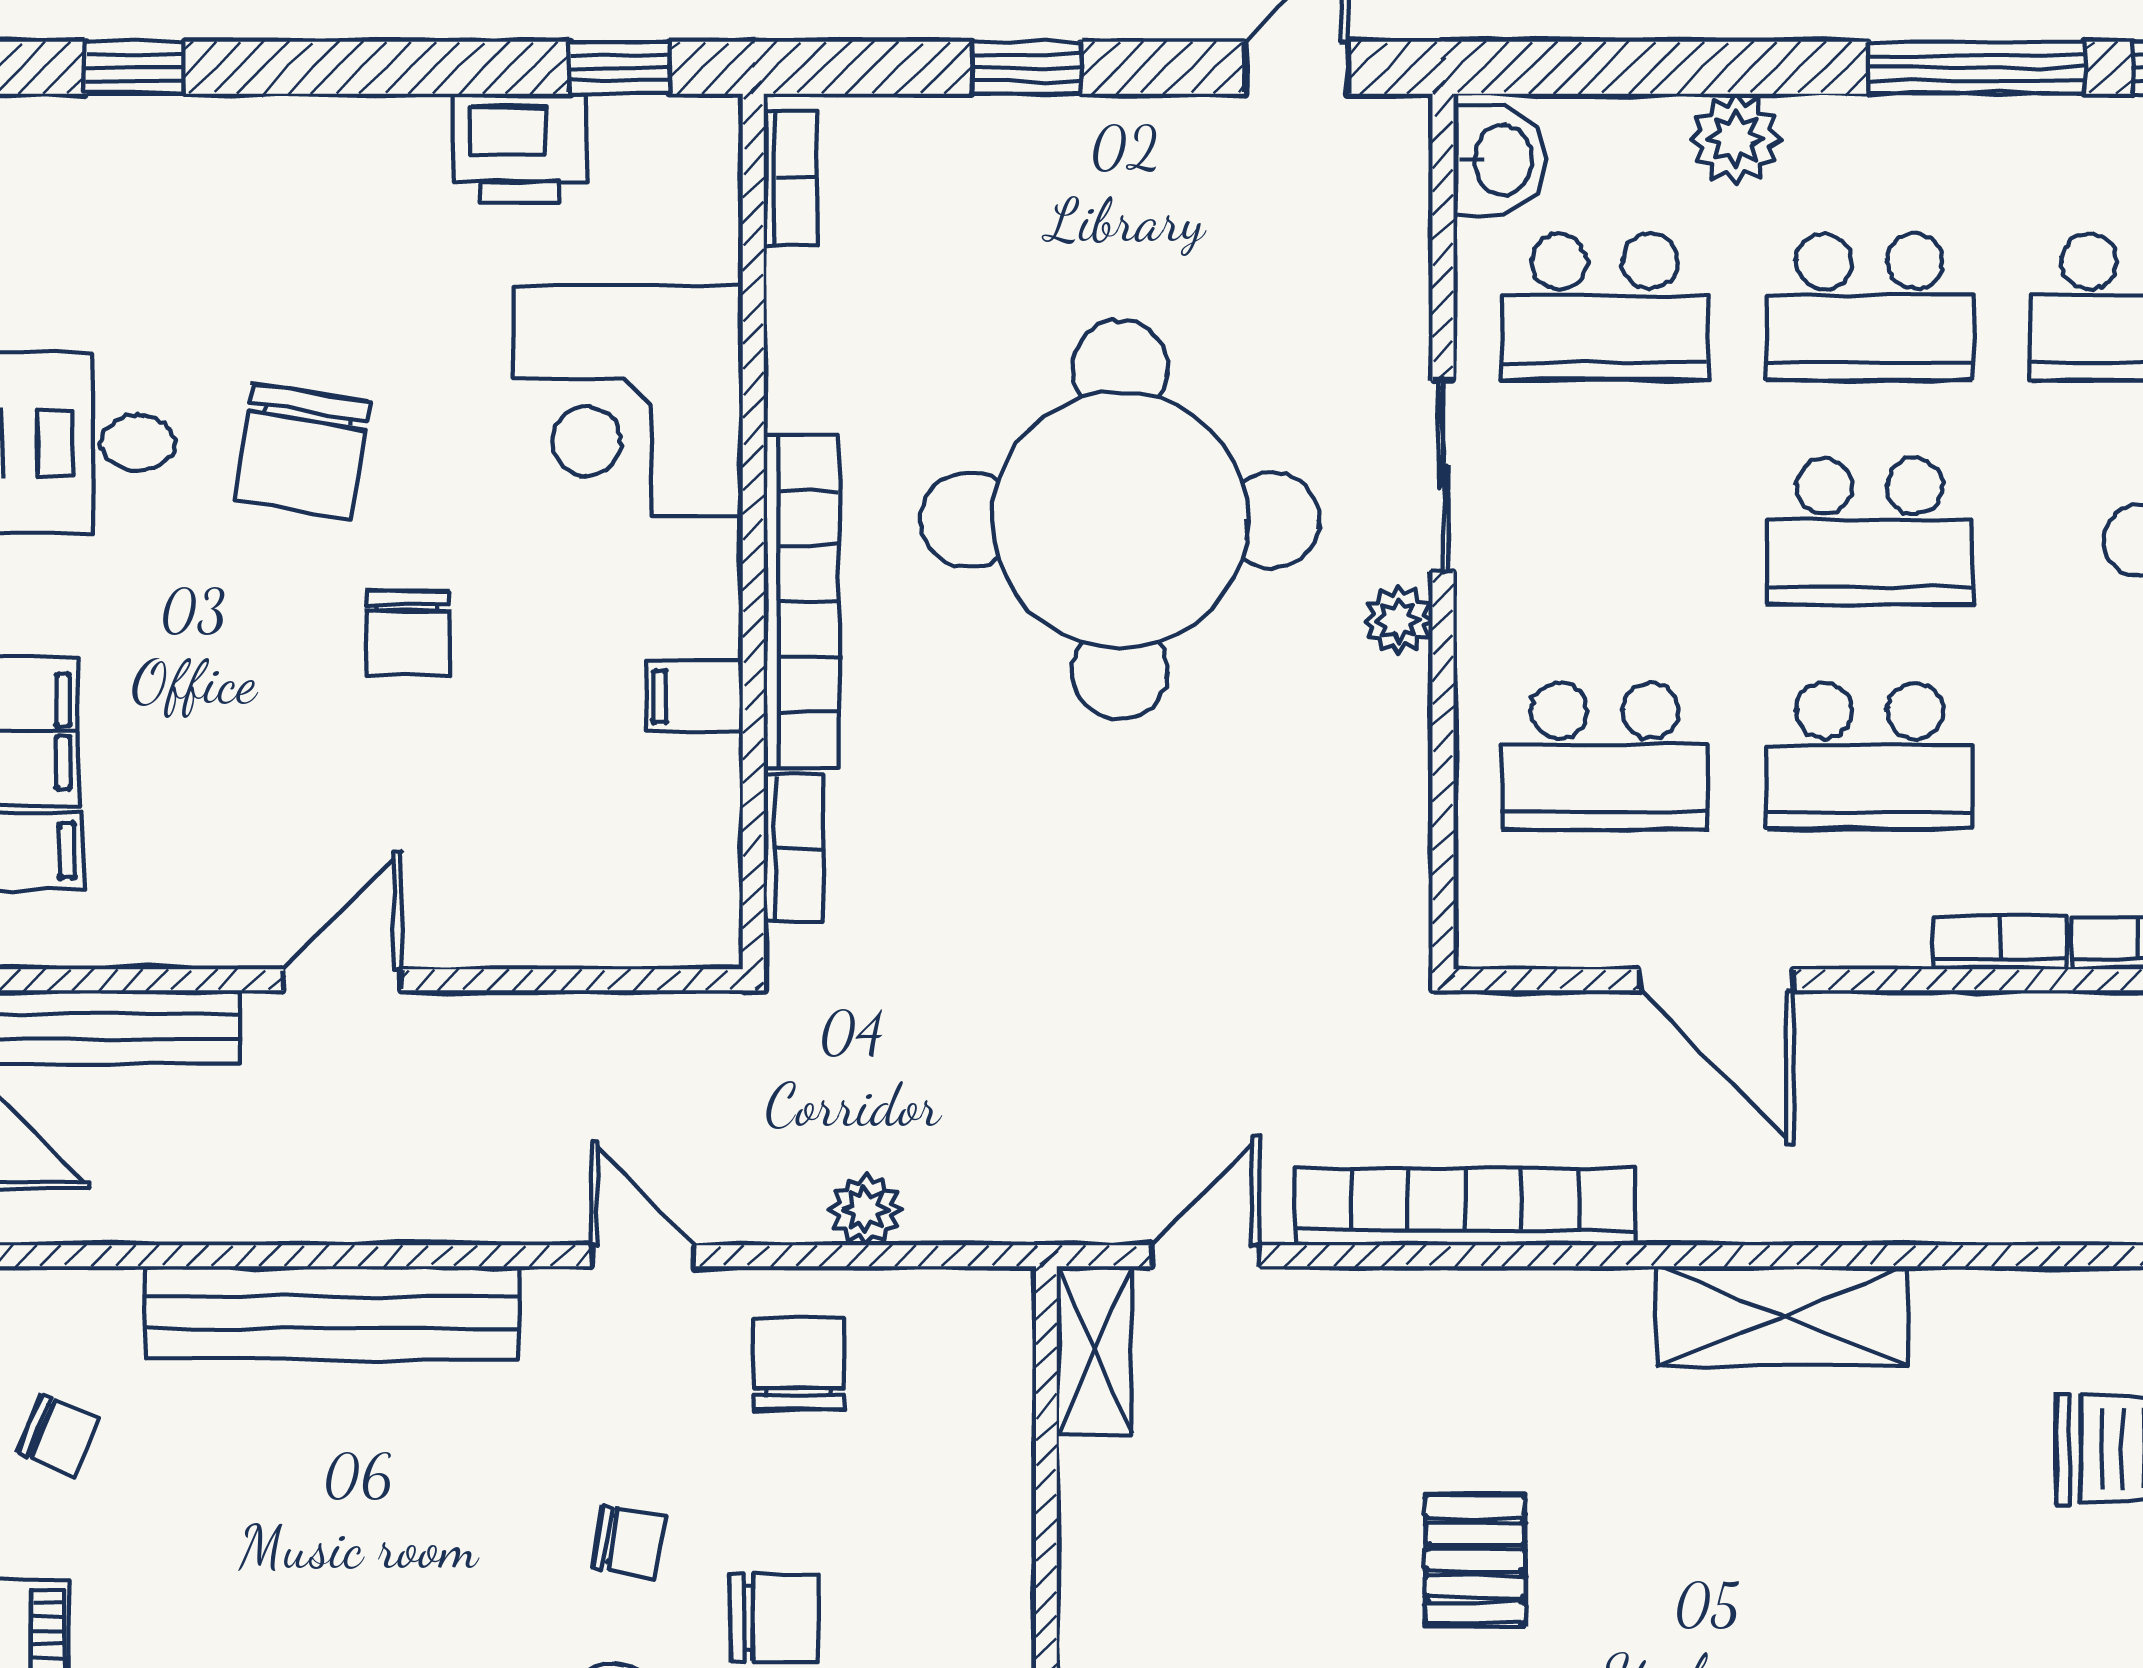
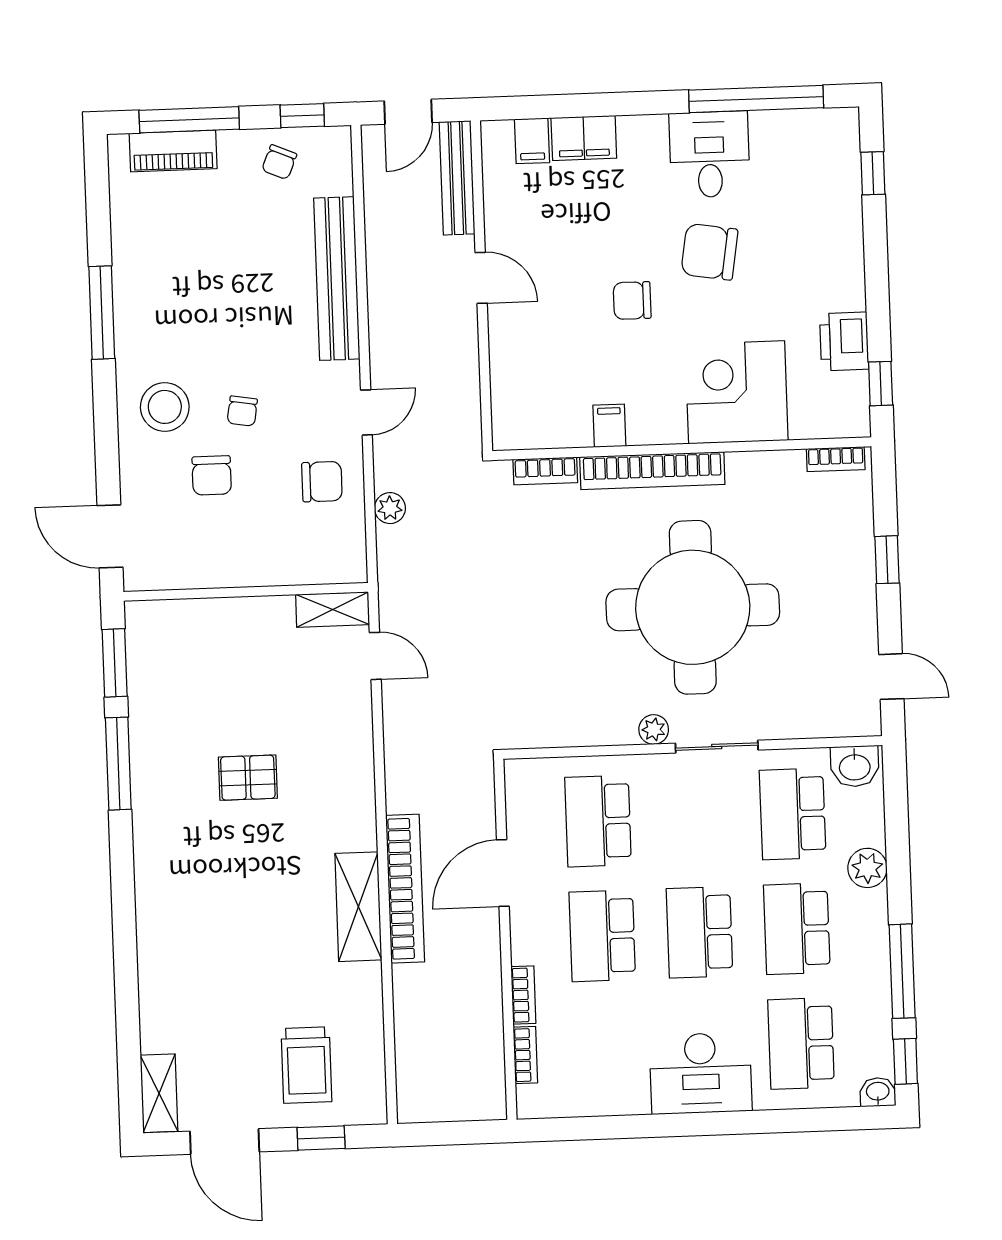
bookcase: (1465, 1207) -> (405, 889), moved

